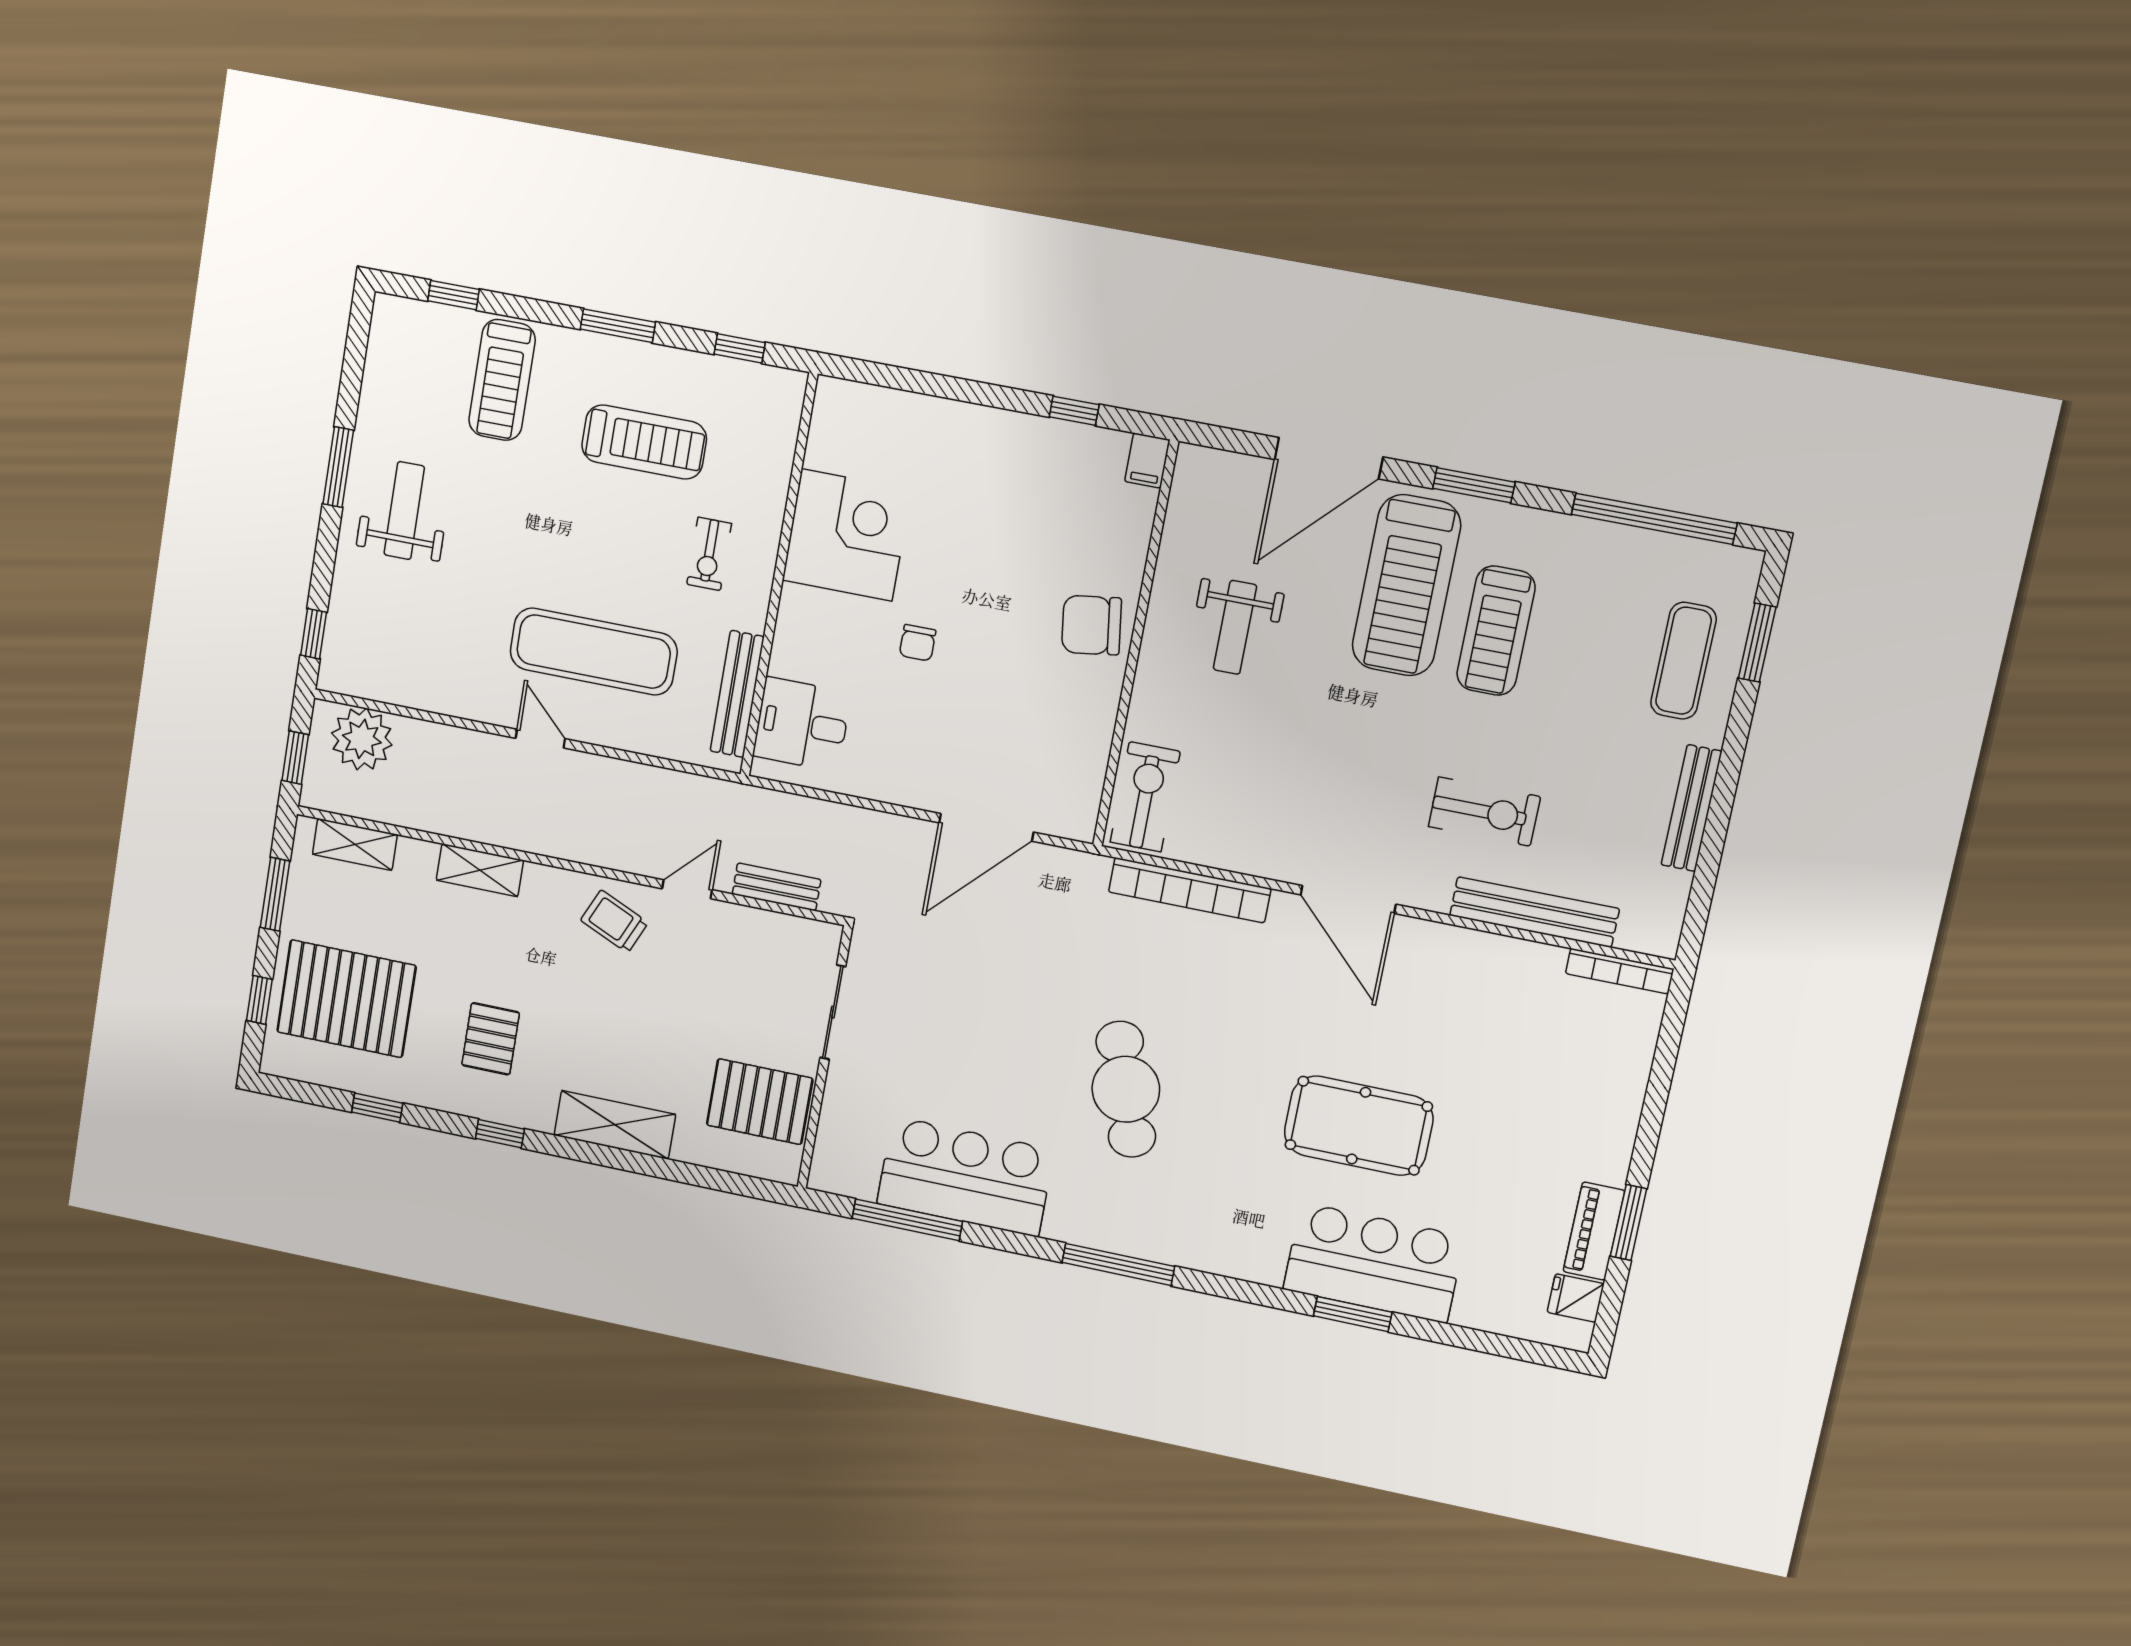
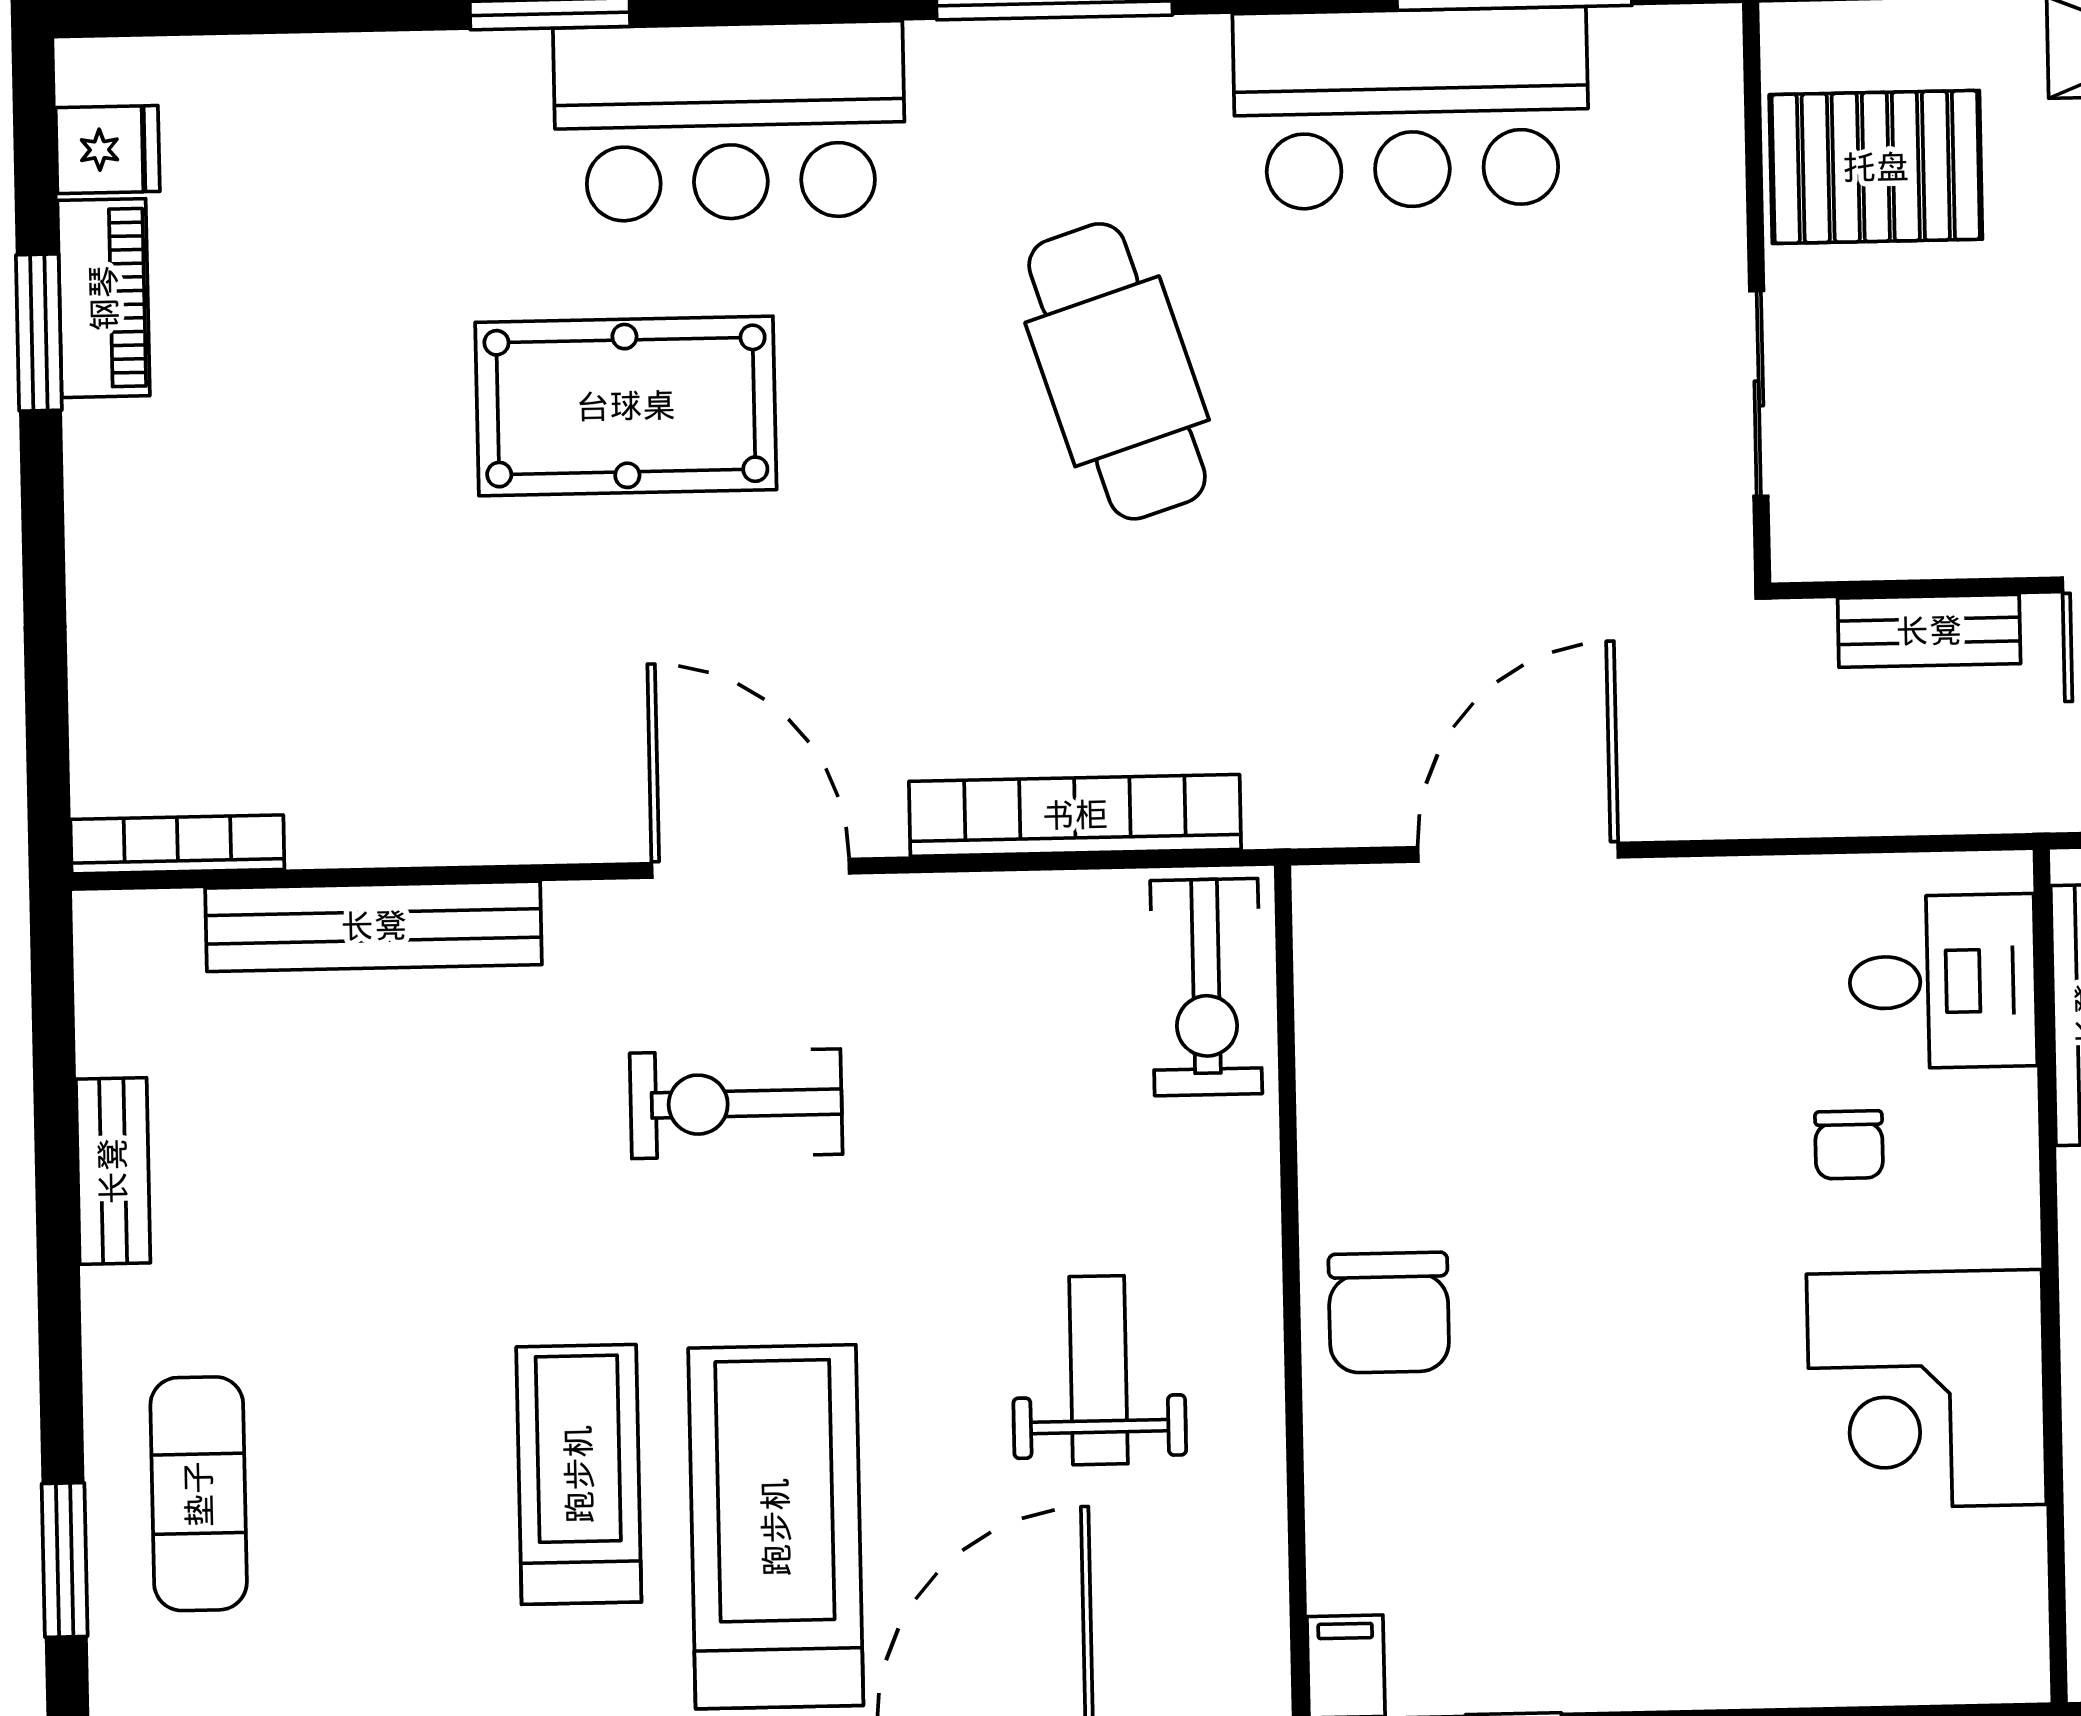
chair: (1091, 625) -> (1389, 1313), turned 98
chair: (918, 643) -> (1849, 1145), moved, turned 180
bench: (1691, 808) -> (113, 1171), width x0.73
exercise bike: (1484, 812) -> (736, 1104), moved
bar counter: (1374, 1263) -> (730, 121), moved

